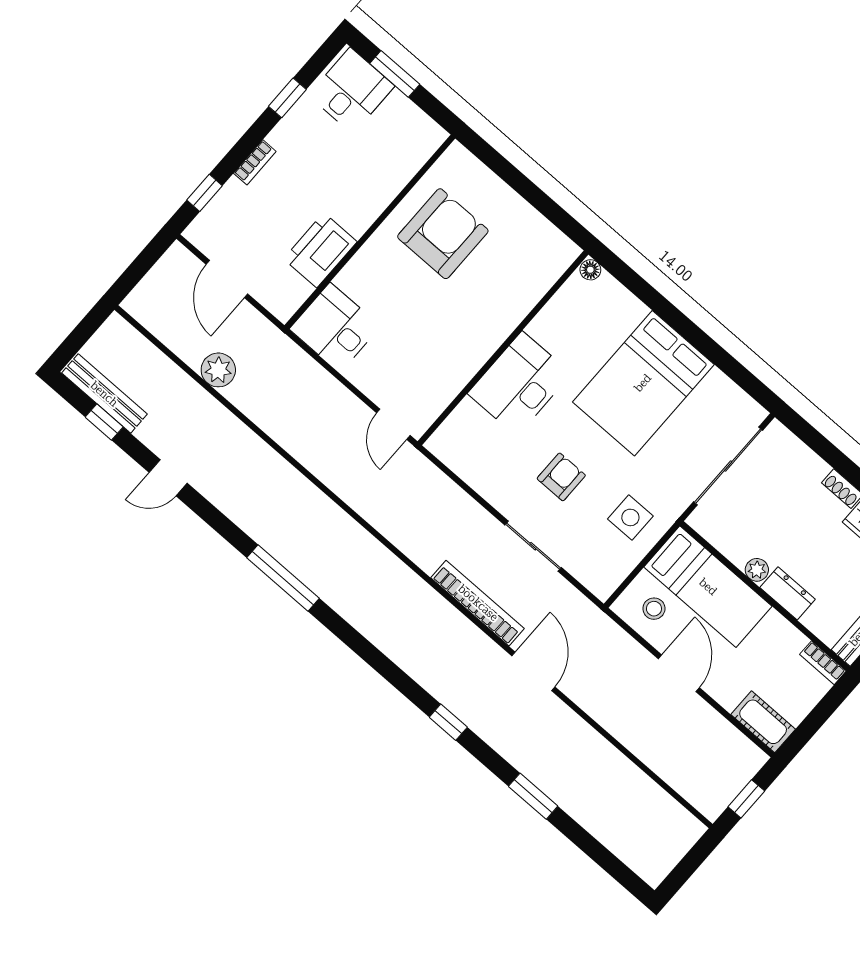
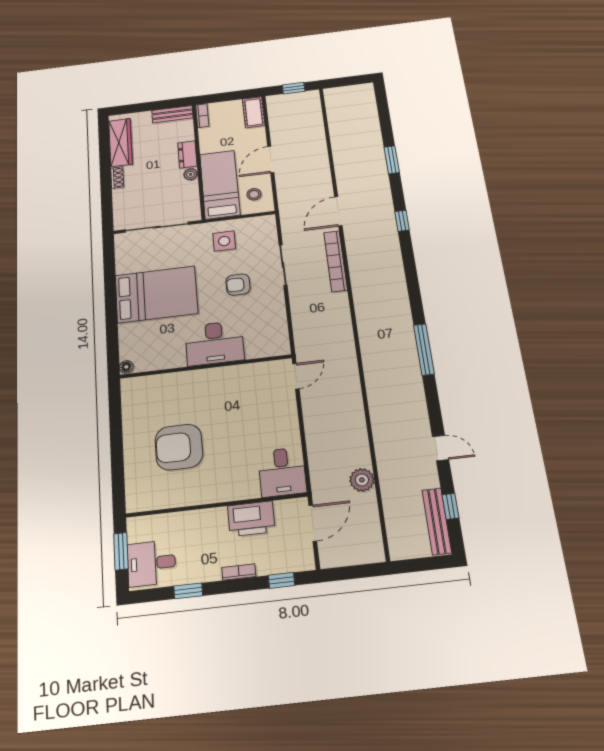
wall: (370, 232) -> (216, 505), moved
printer: (320, 250) -> (251, 519), moved
desk: (335, 328) -> (282, 472), moved

